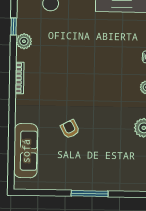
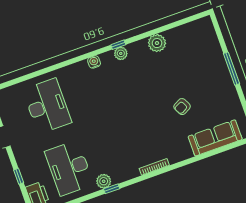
plant: (24, 41) -> (104, 181), moved

